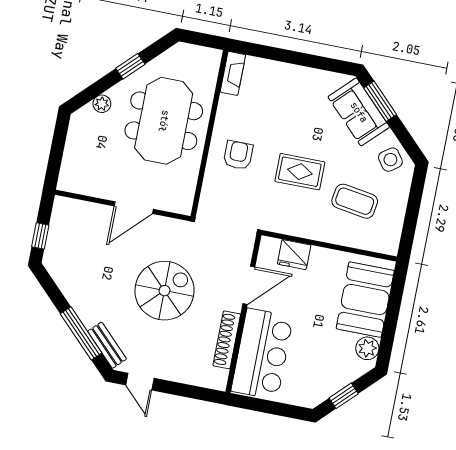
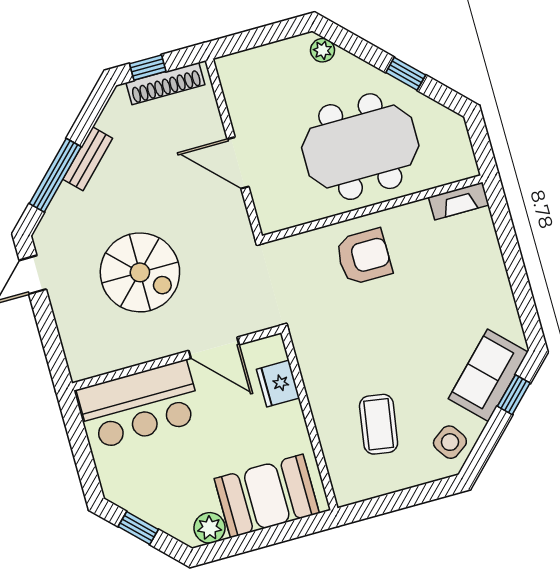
window: (380, 101) -> (514, 395), width x0.67
plant: (102, 104) -> (323, 50), moved
armchair: (238, 155) -> (364, 257), width x1.38, depth x1.38
rug: (300, 172) -> (381, 341), removed
spiral stairs: (164, 291) -> (140, 272), moved
shoe rack: (227, 340) -> (165, 84), moved, turned 180
bench: (107, 345) -> (88, 159), moved

